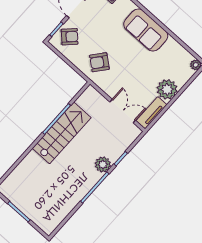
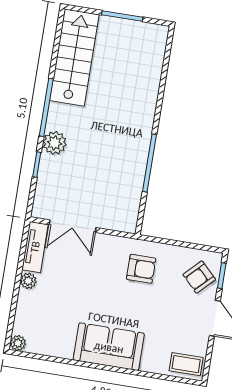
armchair: (99, 62) -> (141, 269), turned 51
plant: (167, 89) -> (28, 281), width x0.53, depth x0.53
stairs: (62, 133) -> (74, 58), moved, turned 180

